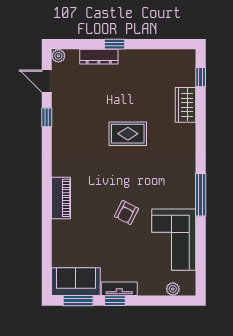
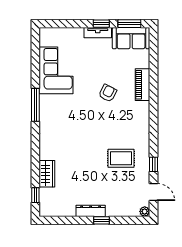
dresser: (99, 57) -> (91, 211), moved
rug: (128, 134) -> (121, 158), moved
piano: (61, 198) -> (143, 85), moved
armchair: (126, 213) -> (108, 93), moved
plant: (173, 289) -> (57, 32), removed

